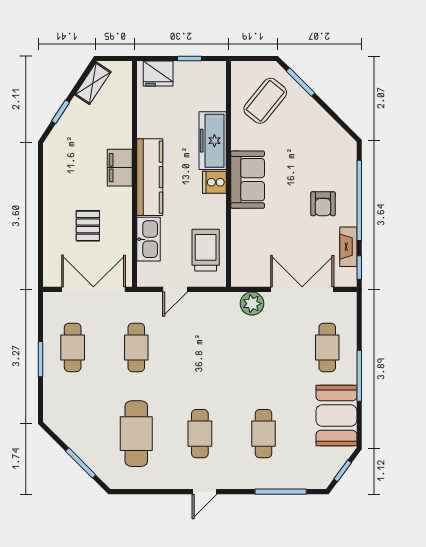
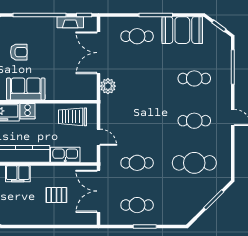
armchair: (323, 204) -> (19, 52), moved

